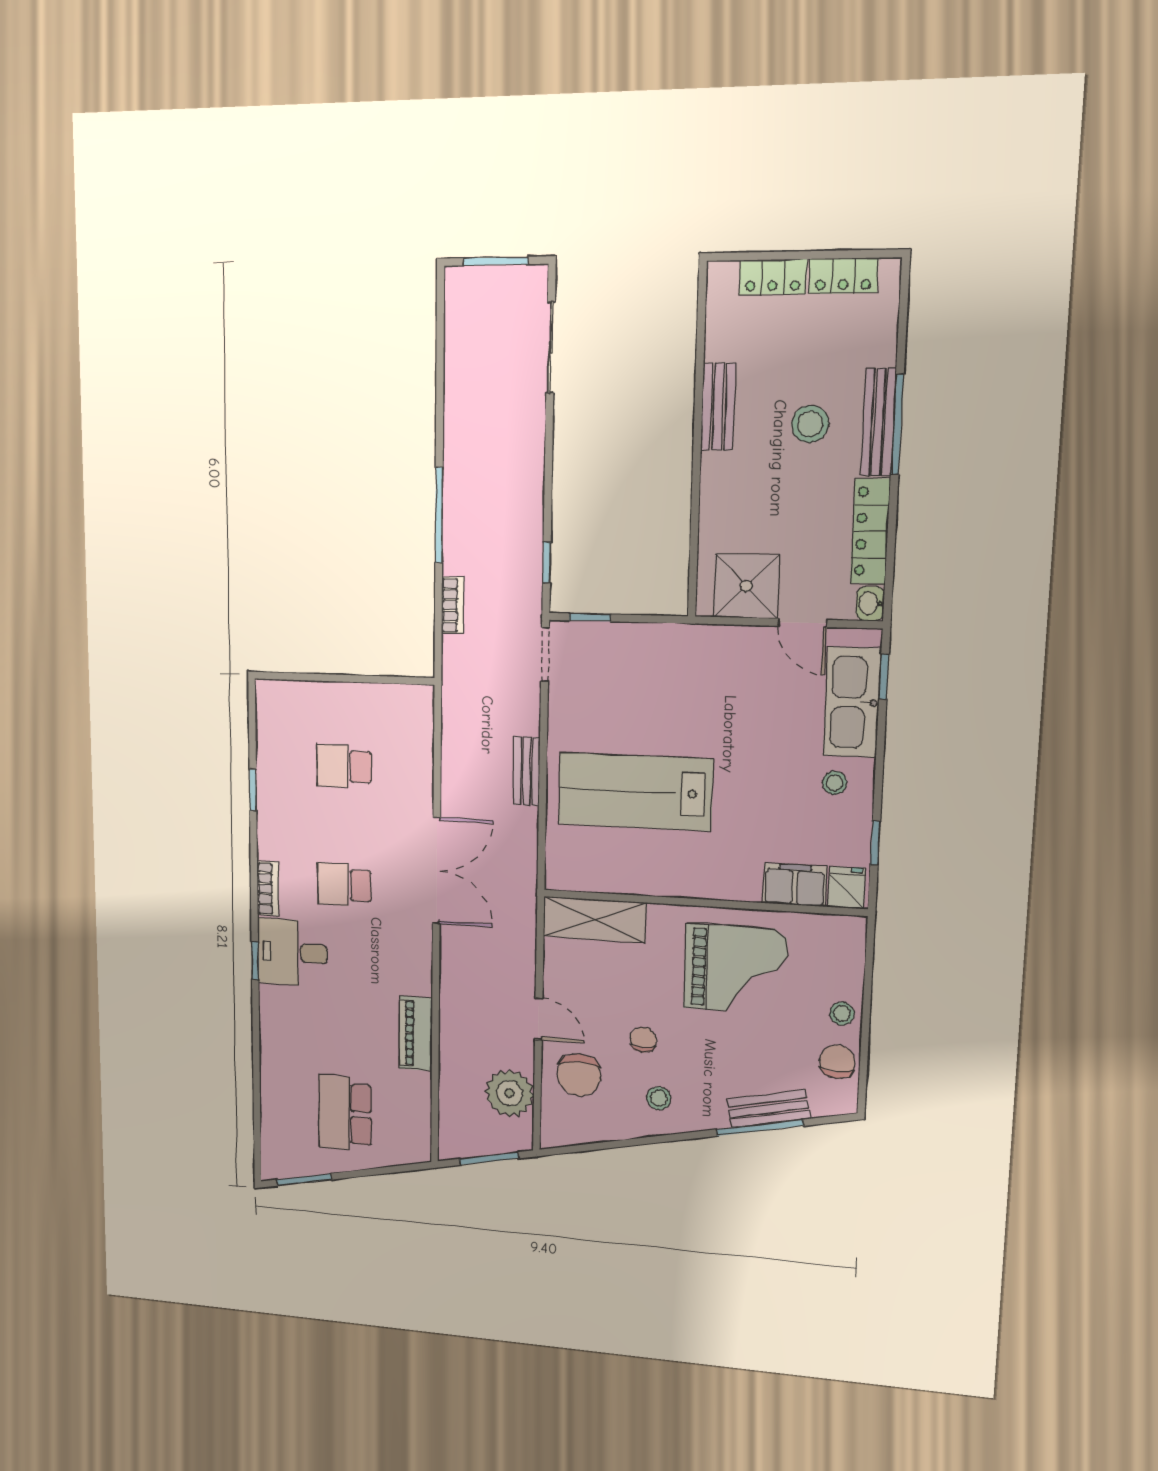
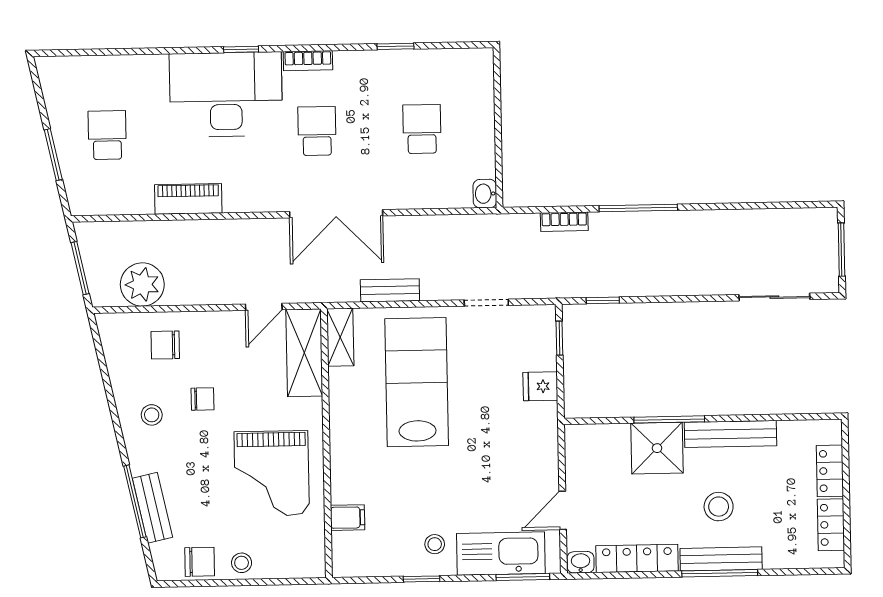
bench: (718, 407) -> (731, 434), width x1.36
window: (696, 485) -> (669, 419), added
shower: (746, 586) -> (657, 448), moved
doorway: (545, 655) -> (486, 303), moved
window: (884, 677) -> (523, 577), width x1.50
washbasin: (418, 698) -> (485, 194), added
bench: (527, 771) -> (390, 290), moved
window: (875, 843) -> (422, 579), moved
shelving: (578, 877) -> (340, 337), added
filing cabinet: (795, 885) -> (348, 518), width x0.50
fridge: (847, 888) -> (540, 386), moved, turned 180
desk: (292, 952) -> (226, 94), width x1.87, depth x1.30
door: (539, 1019) -> (264, 307), moved
chair: (579, 1075) -> (165, 345), width x0.73, depth x0.73
school desk: (345, 1113) -> (107, 135), width x0.54
window: (304, 1180) -> (53, 155), moved

